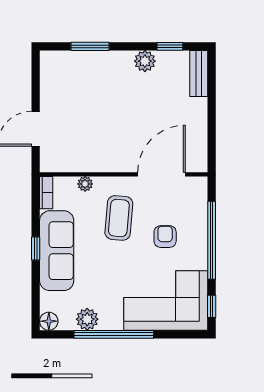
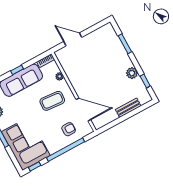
bench: (199, 73) -> (128, 108), moved
armchair: (165, 237) -> (69, 129), moved

